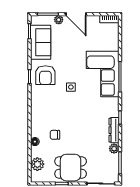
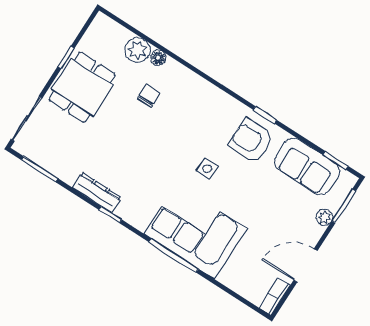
door: (76, 14) -> (305, 265), moved
plant: (114, 149) -> (68, 174), removed
plant: (37, 164) -> (137, 50), moved

